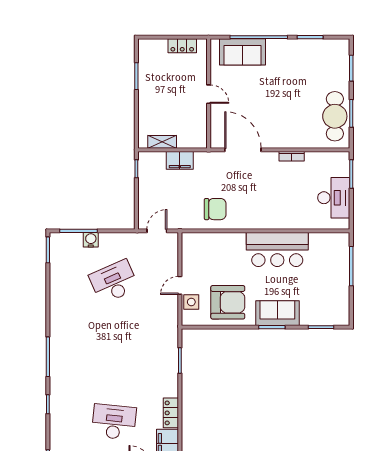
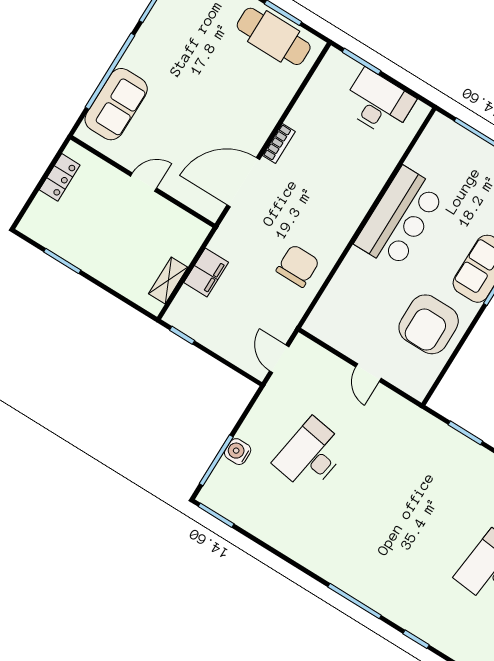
bookcase: (292, 156) -> (279, 144), moved
desk: (114, 282) -> (311, 455), turned 33
side table: (191, 302) -> (399, 371), removed
armchair: (228, 302) -> (429, 324), turned 180

